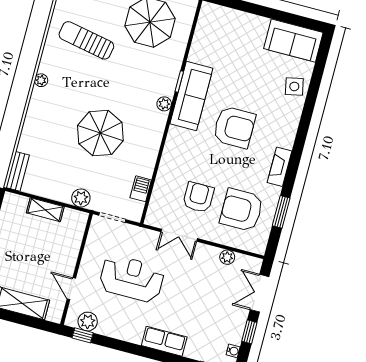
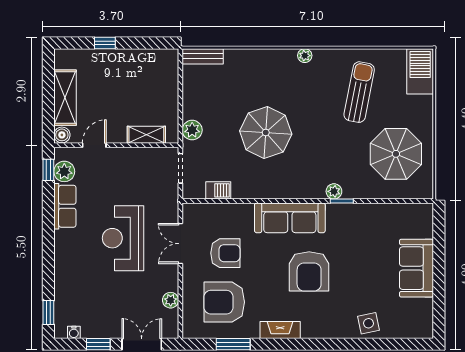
sofa: (293, 41) -> (416, 268), moved
sofa: (191, 96) -> (290, 218), moved
plant: (164, 104) -> (334, 191), moved
shelving: (45, 210) -> (146, 135), moved, turned 90
armchair: (242, 210) -> (224, 302), turned -90
reception desk: (132, 279) -> (123, 238), moved, turned 180
boiler: (55, 315) -> (62, 135), added
row of seats: (164, 341) -> (65, 206), moved

